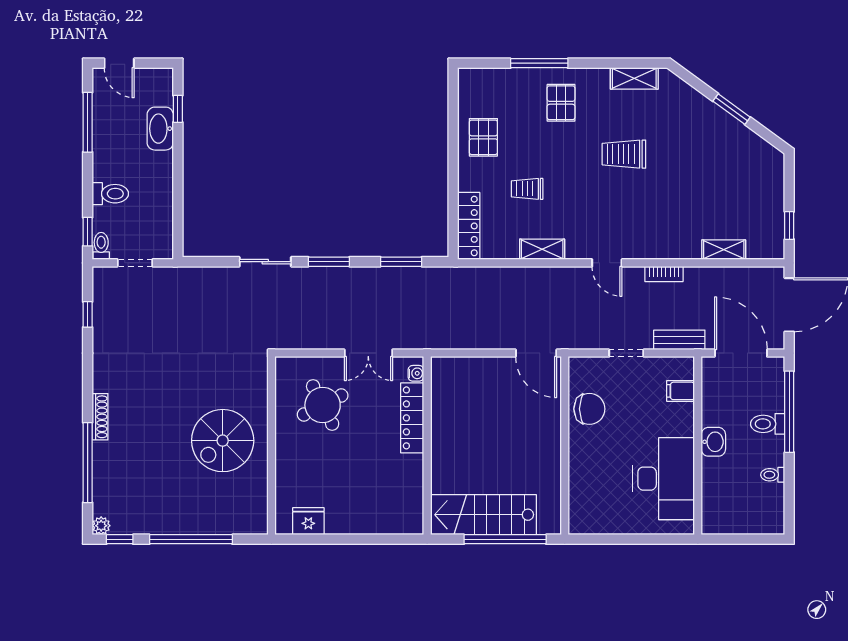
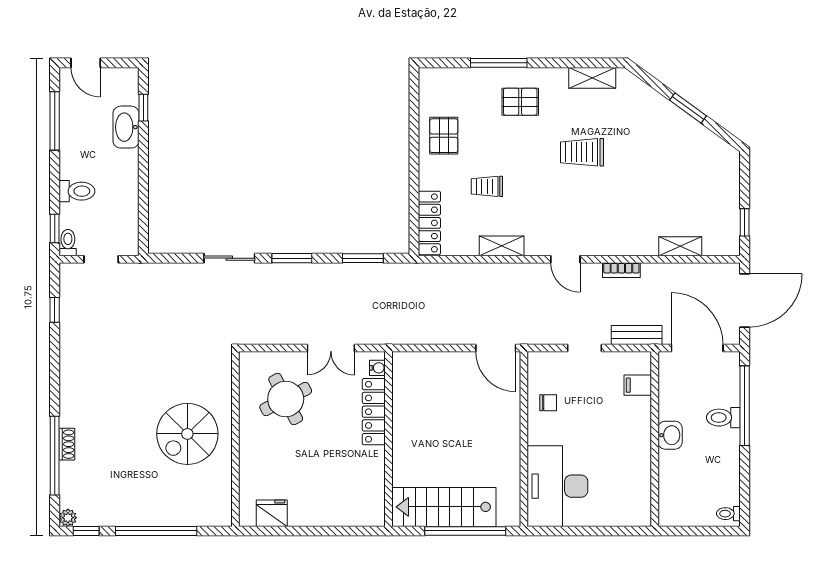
pallet: (561, 103) -> (520, 102), turned 90
chair: (589, 409) -> (548, 403), width x0.54, depth x0.54
shoe rack: (100, 417) -> (67, 444), moved, width x0.70
toilet: (773, 475) -> (728, 514), moved
desk: (664, 479) -> (557, 486), moved, turned 180

